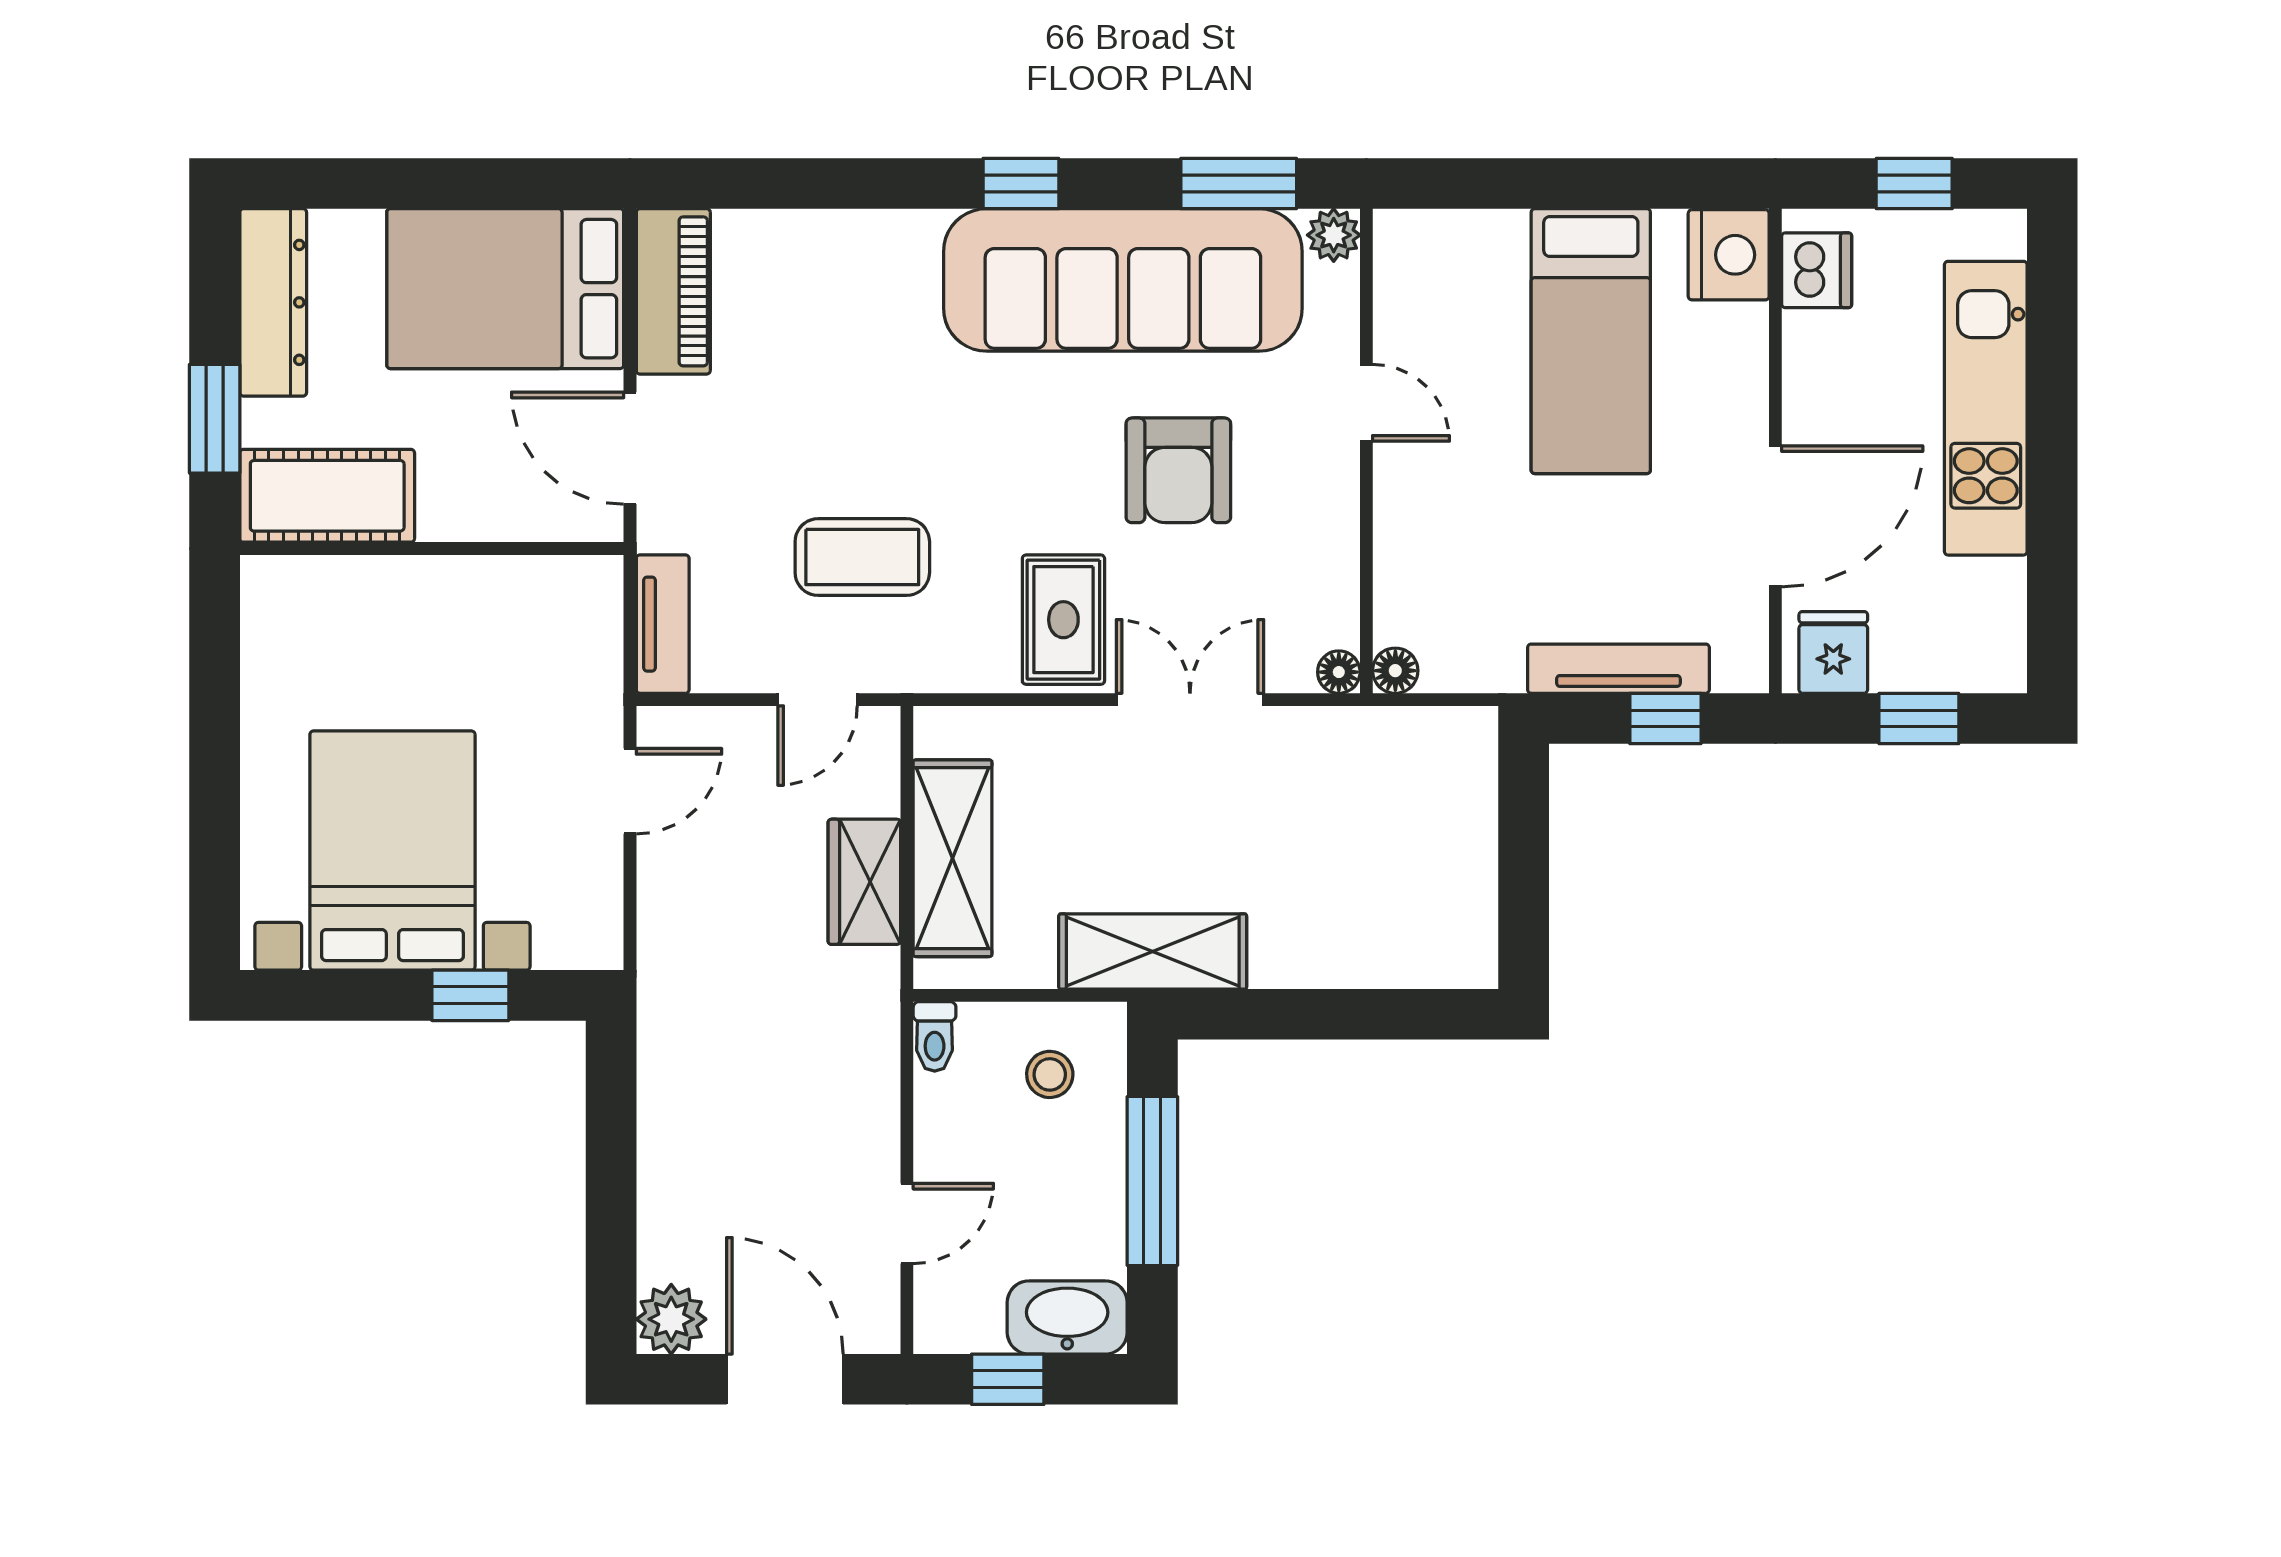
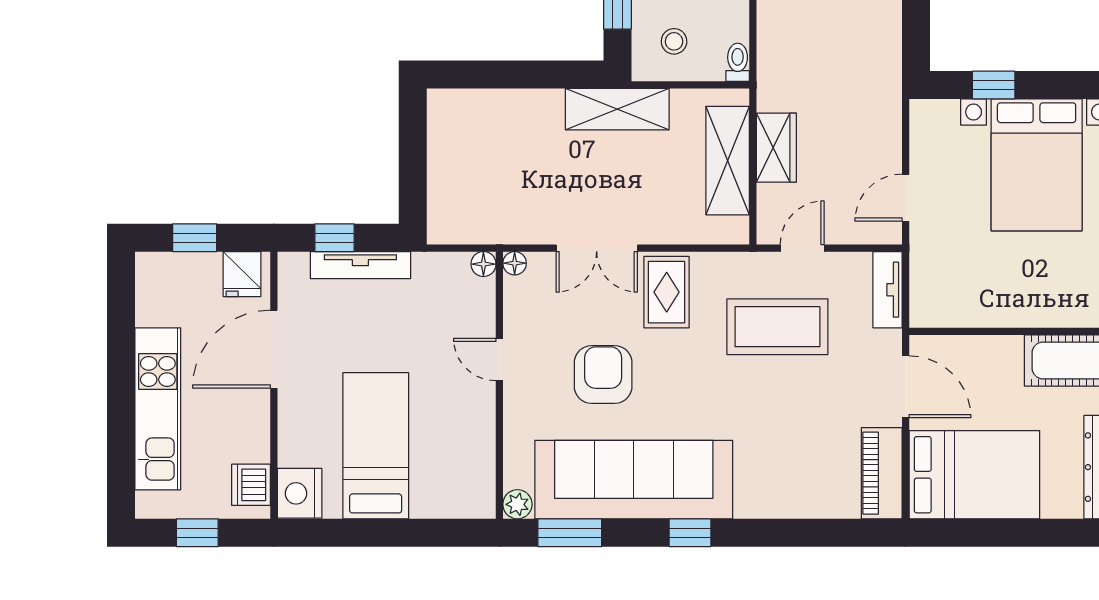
door: (1366, 403) -> (499, 360), moved
coffee table: (862, 557) -> (777, 327), width x1.36, depth x1.32

